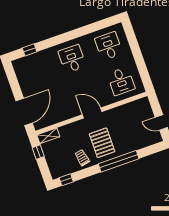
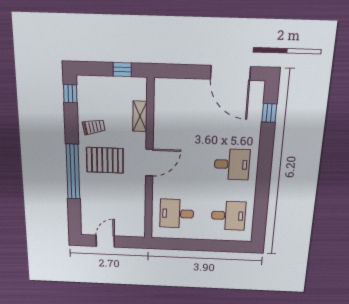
door: (24, 112) -> (230, 73), moved
shelving: (48, 136) -> (140, 116), moved

